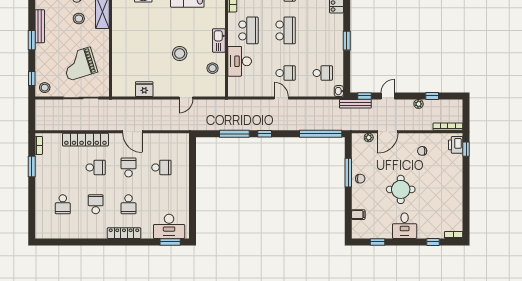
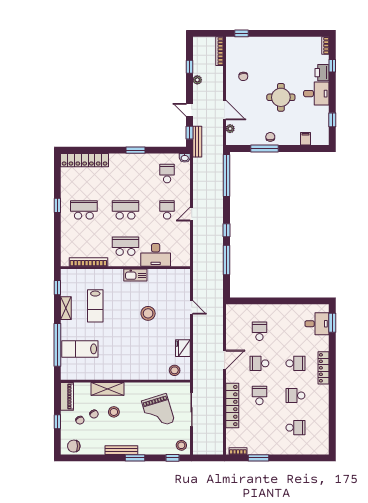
stool: (213, 68) -> (175, 370), moved
printer: (456, 145) -> (322, 73), moved, turned 90
desk: (169, 226) -> (317, 324), width x0.73

